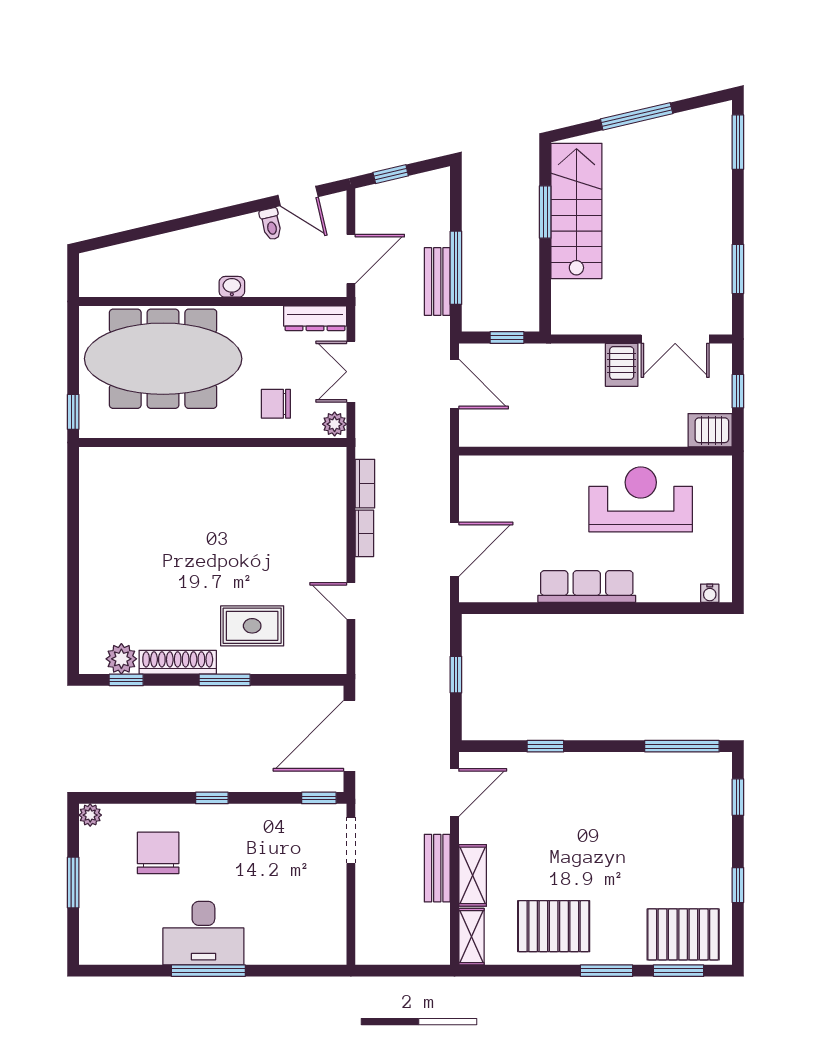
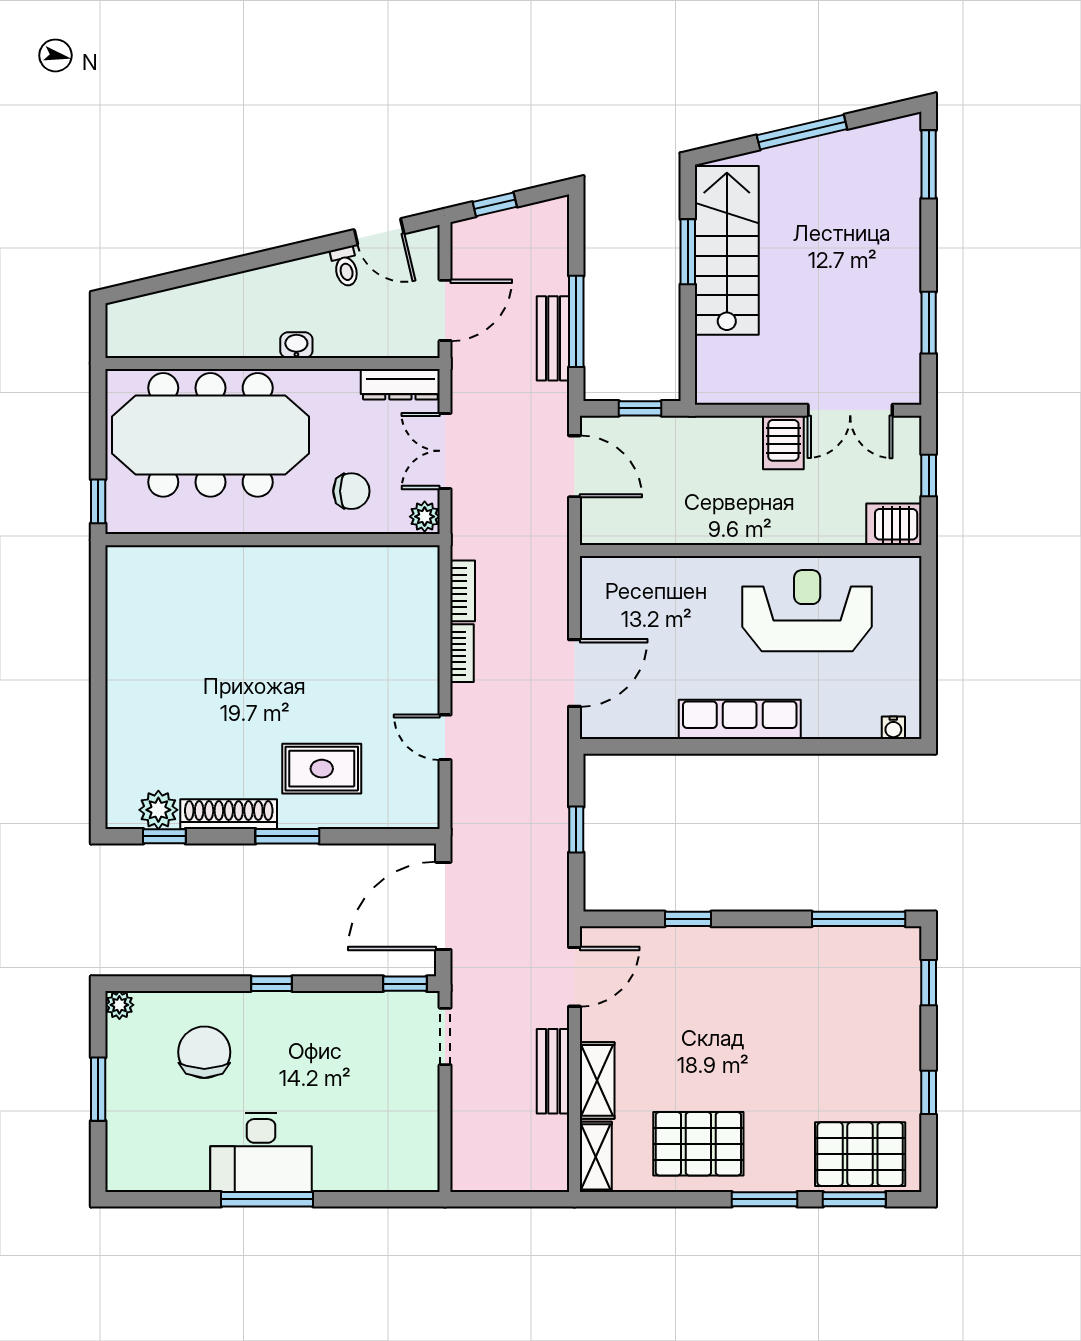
chair: (276, 404) -> (351, 491), turned 180

